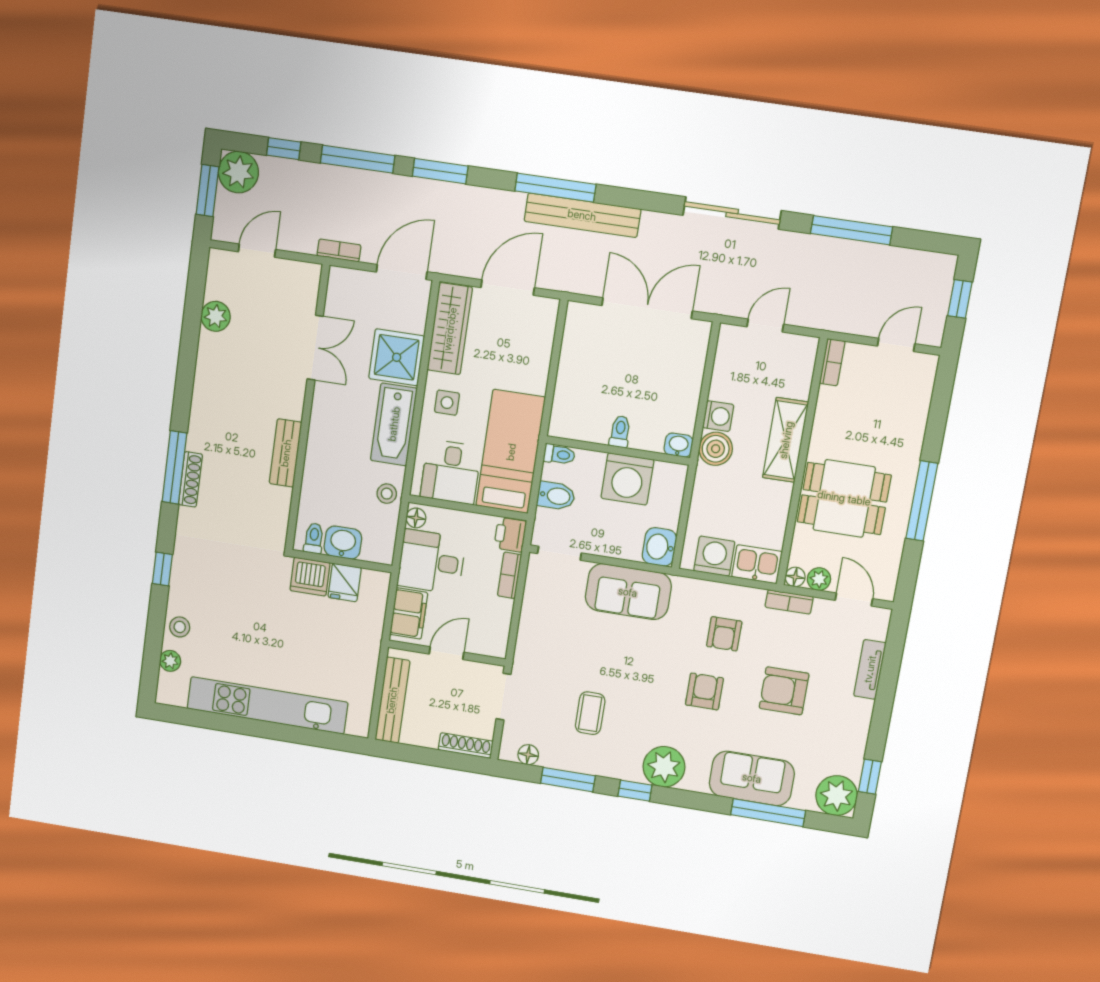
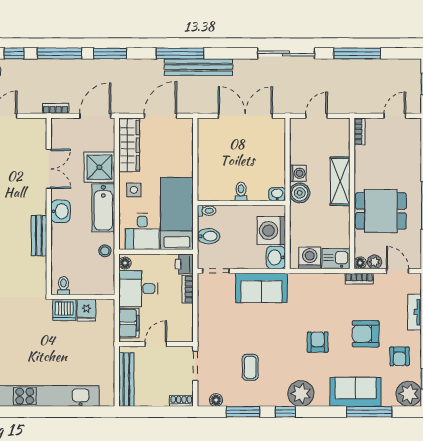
washing machine: (627, 479) -> (271, 231), moved, turned 90
washbasin: (343, 543) -> (60, 211), moved, turned 90
armchair: (724, 634) -> (400, 356), moved
shoe rack: (466, 746) -> (181, 401), width x0.70

